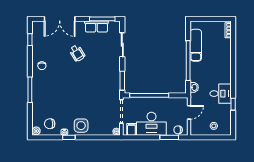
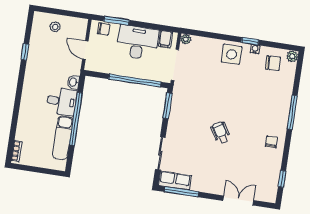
double door: (60, 19) -> (238, 200), width x0.73
row of seats: (96, 26) -> (175, 180), moved
wheelchair: (77, 53) -> (221, 132), moved
desk: (221, 94) -> (62, 101), moved, turned 180
door: (189, 112) -> (85, 50), hinge flipped

